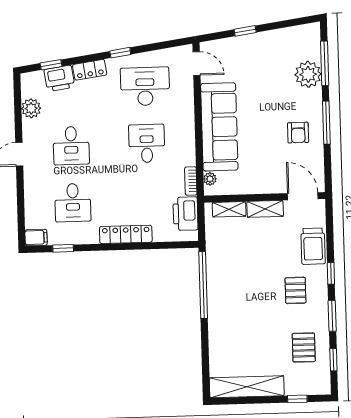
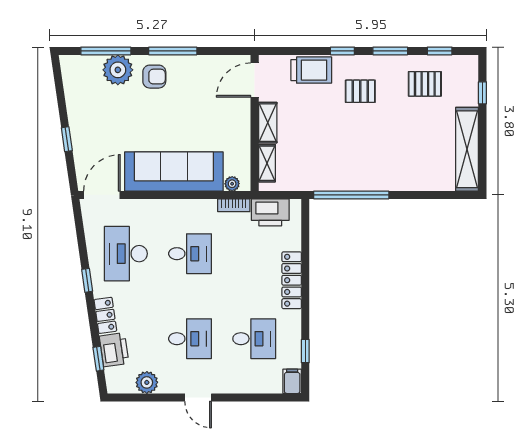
door: (197, 64) -> (102, 195), width x1.38
armchair: (298, 133) -> (154, 77), moved
desk: (147, 143) -> (190, 254), turned 180

